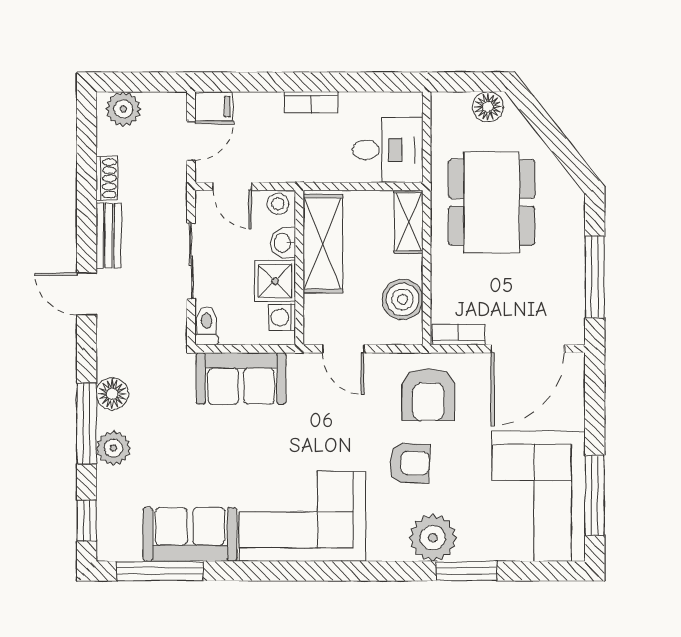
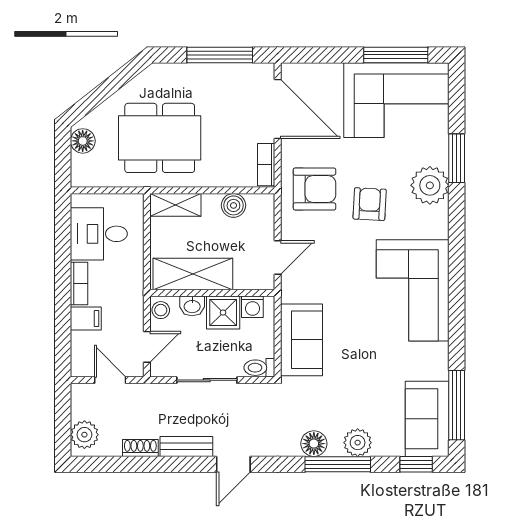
filing cabinet: (214, 107) -> (86, 318), moved, turned 90
desk: (388, 150) -> (99, 234), moved, turned -90
boiler: (402, 299) -> (233, 205), width x0.73, depth x0.73
sofa: (190, 534) -> (427, 419), moved

